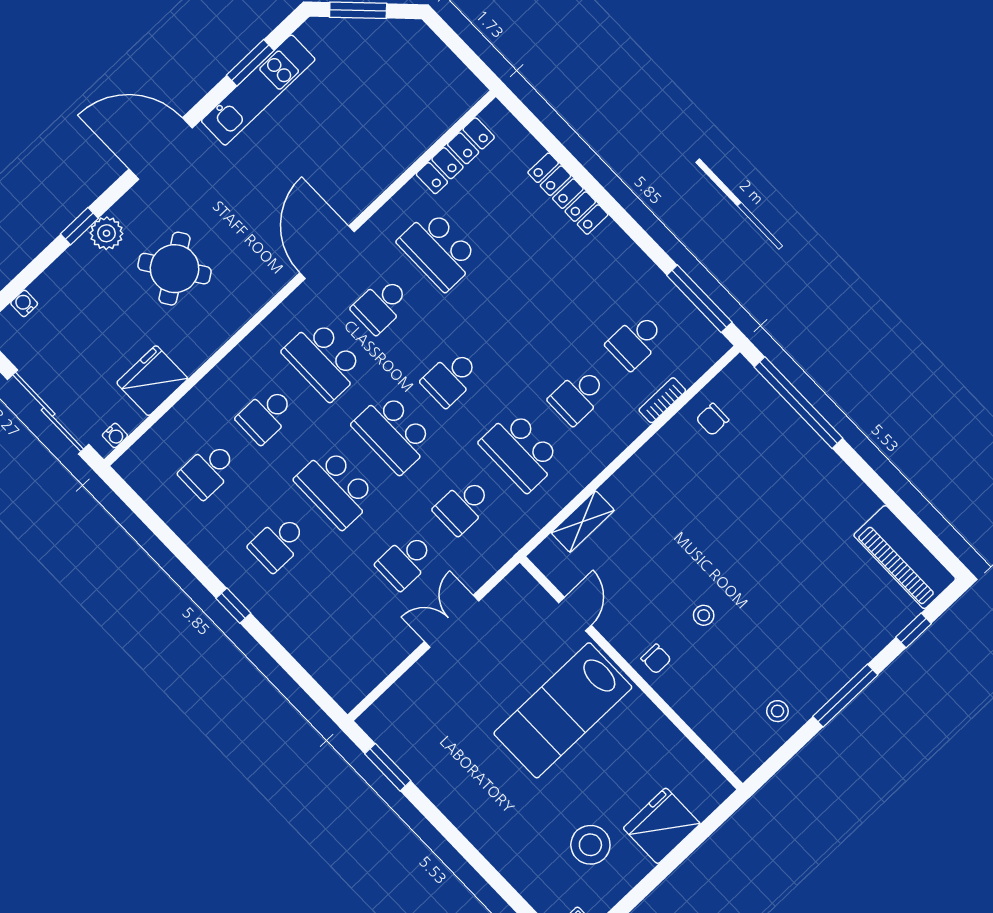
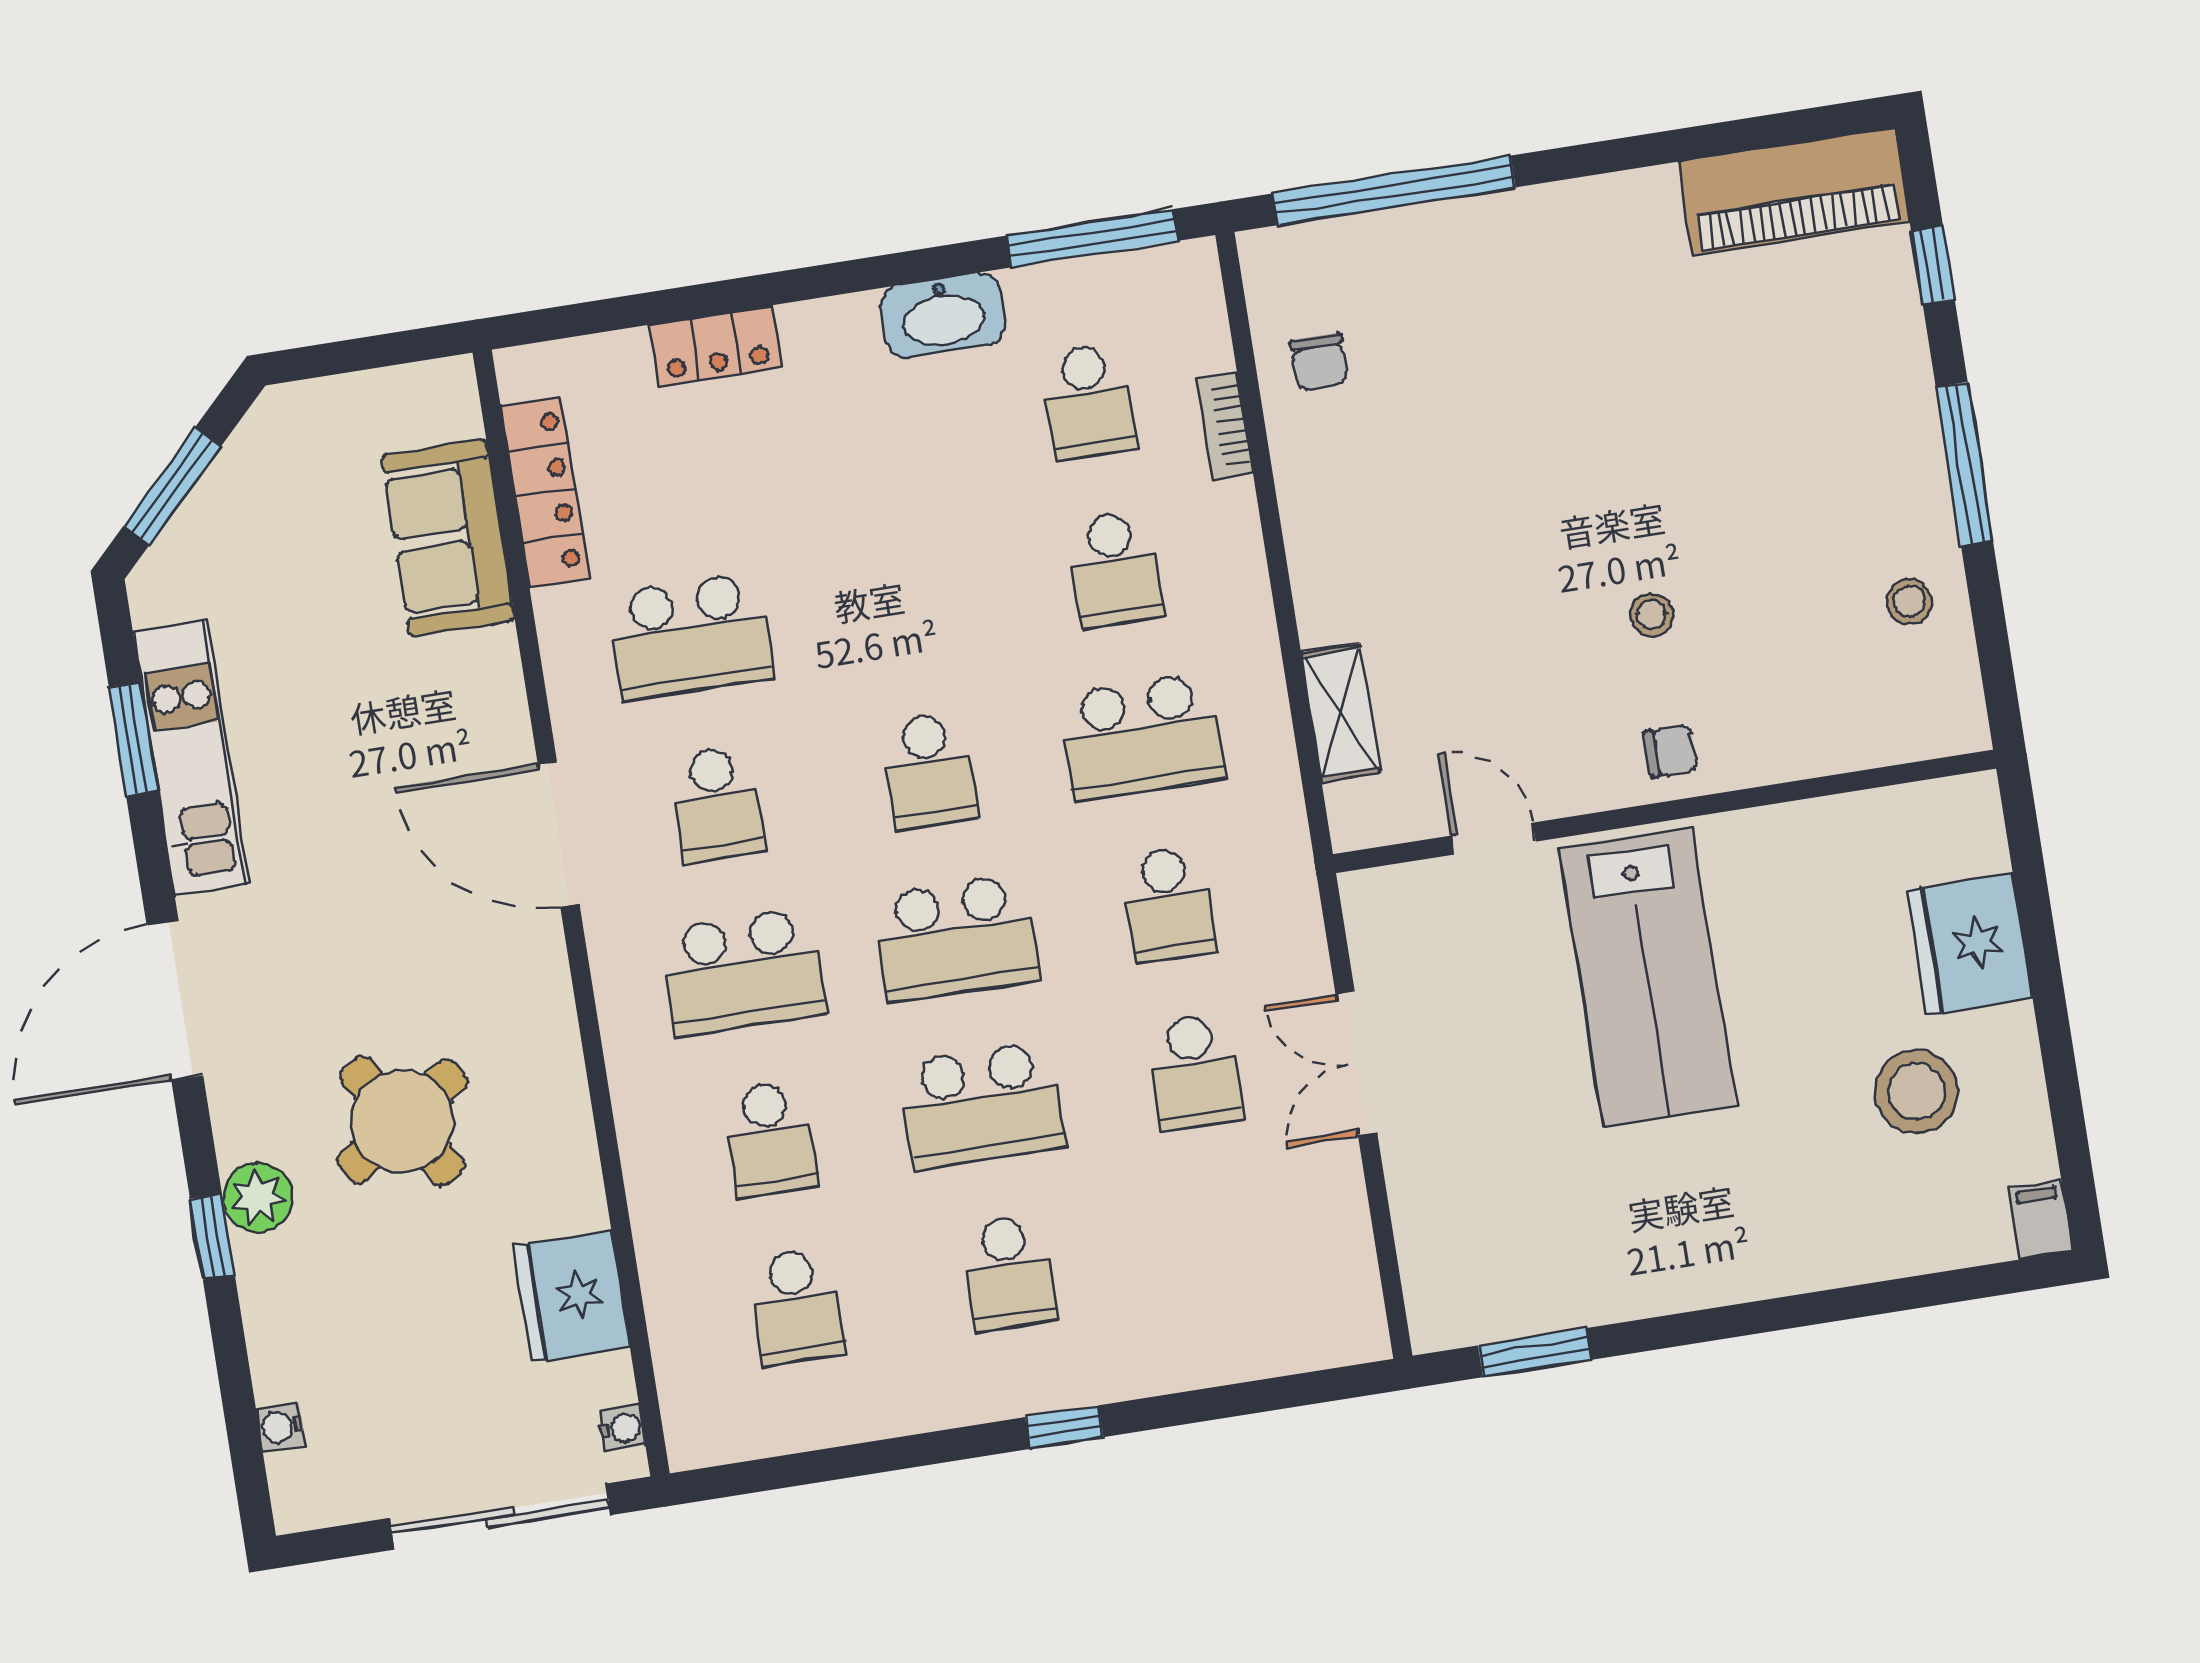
sofa: (412, 131) -> (448, 538), added
locker: (568, 194) -> (716, 346), width x0.66
washbasin: (630, 262) -> (943, 315), added

